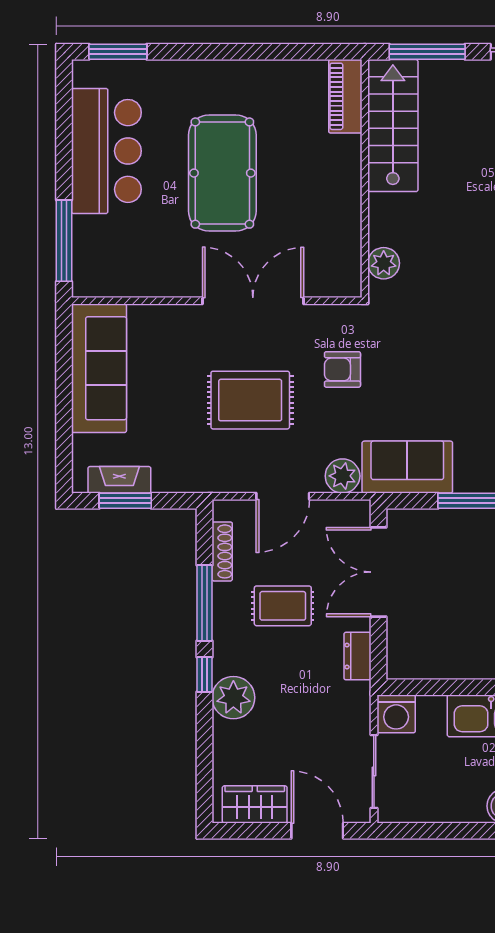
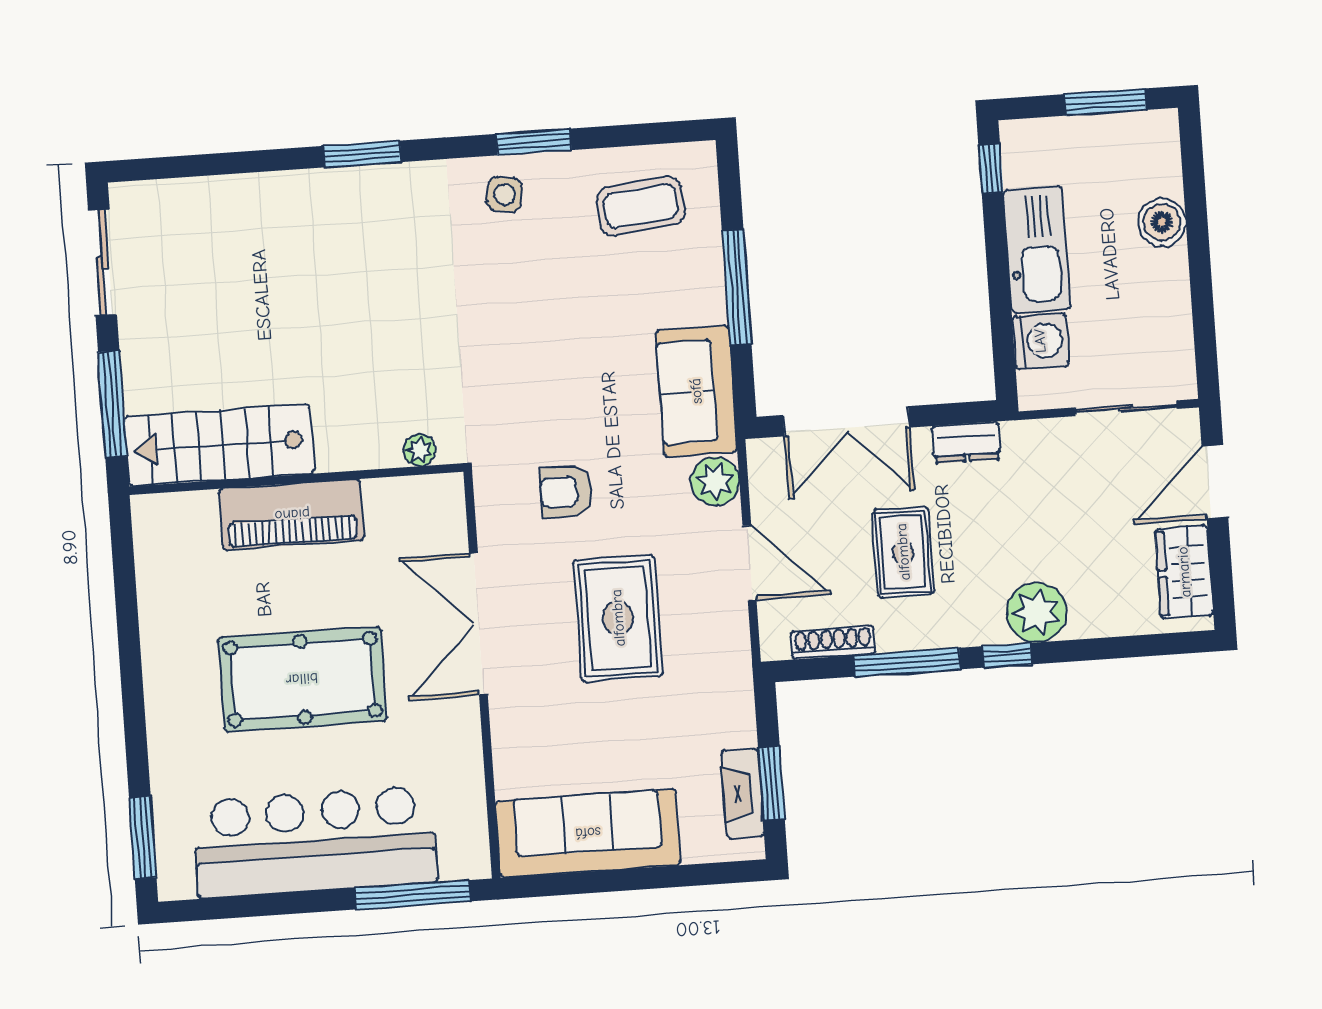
piano: (345, 96) -> (292, 515), moved, width x1.37, depth x1.33
bar counter: (106, 151) -> (315, 842), width x1.36
plant: (384, 263) -> (420, 450), width x0.73, depth x0.73
armchair: (342, 369) -> (566, 492), turned 90
washing machine: (396, 714) -> (1040, 341), moved

